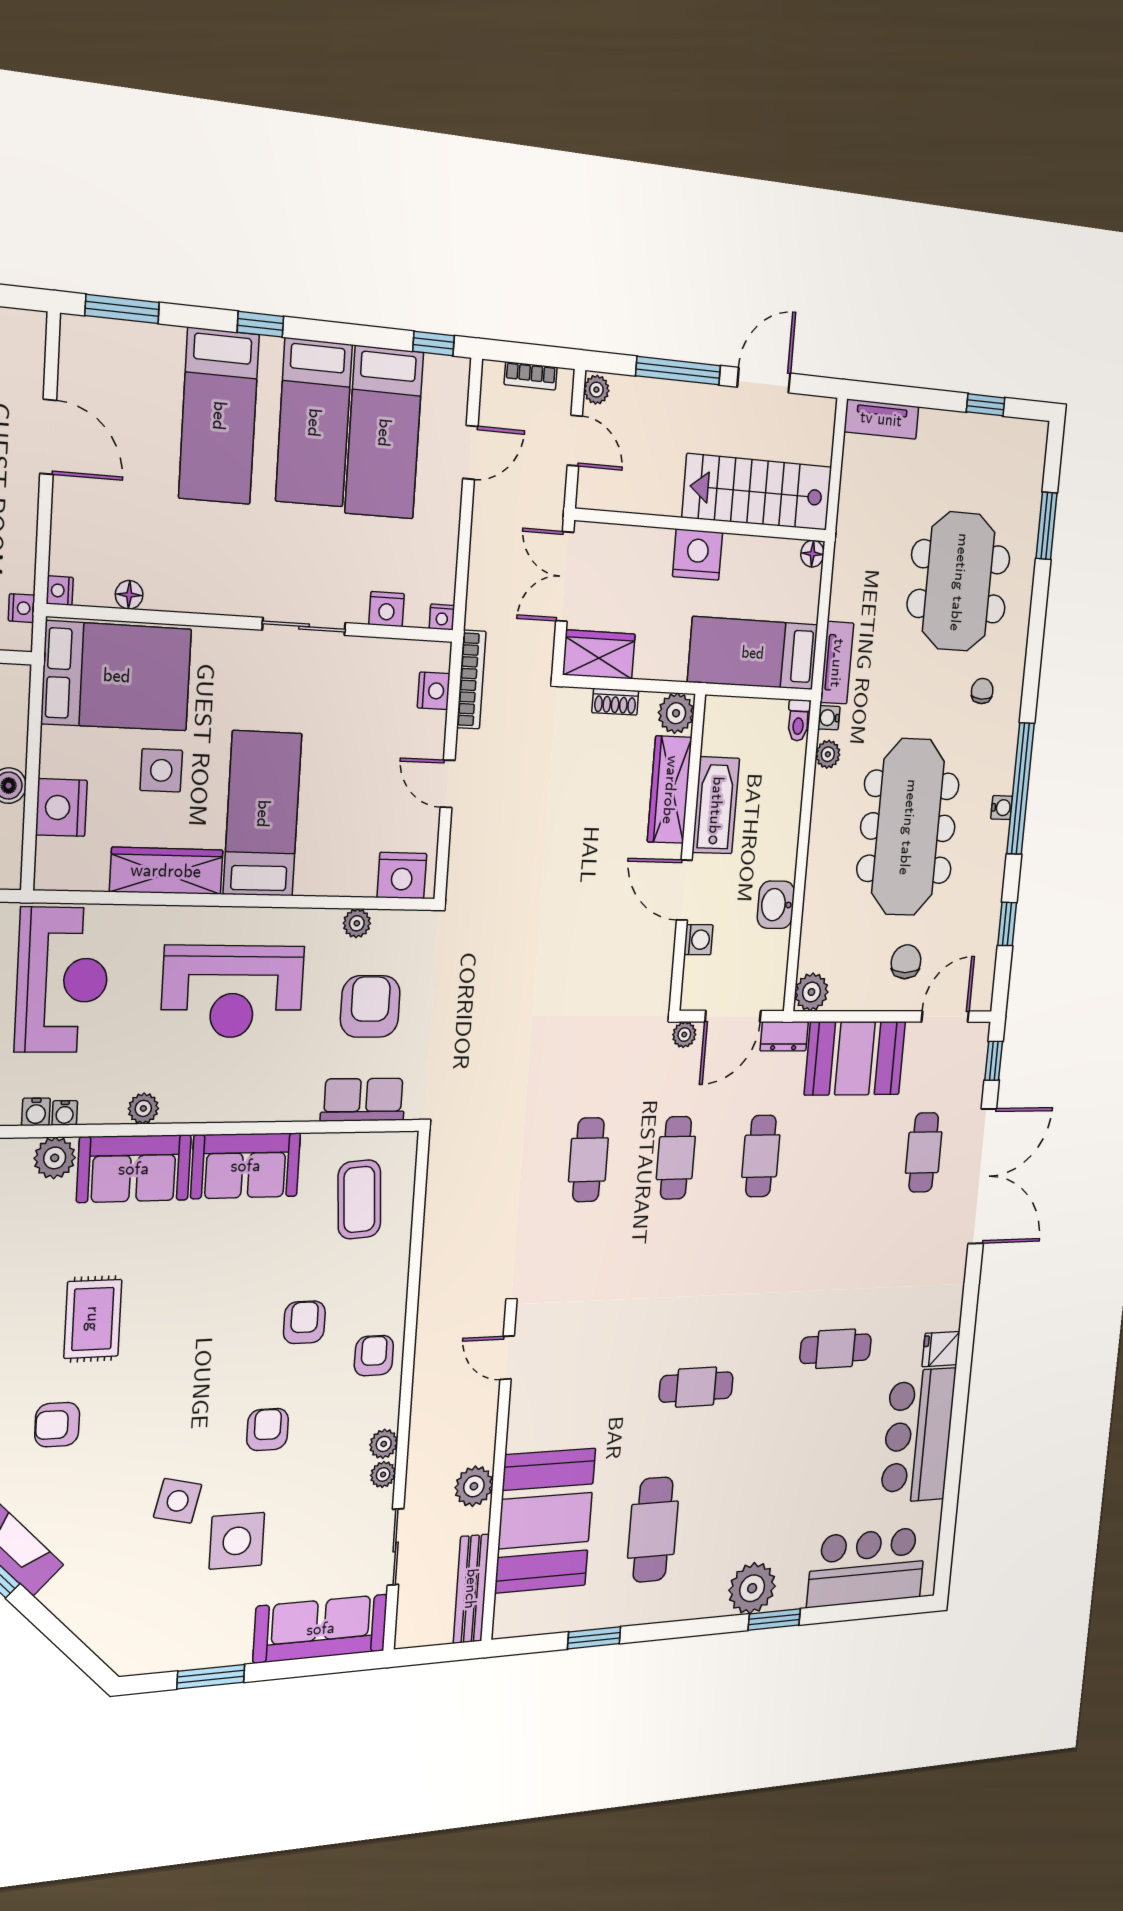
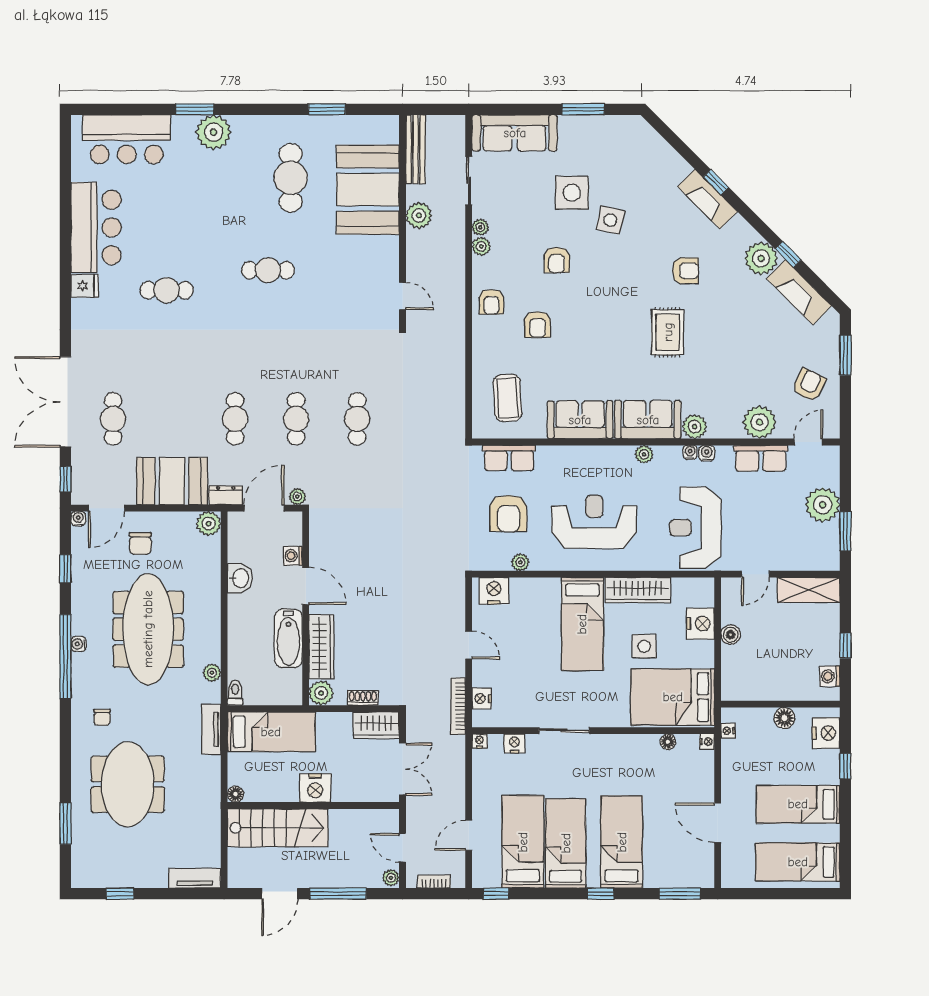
water cooler: (829, 718) -> (78, 519), moved, turned -90

